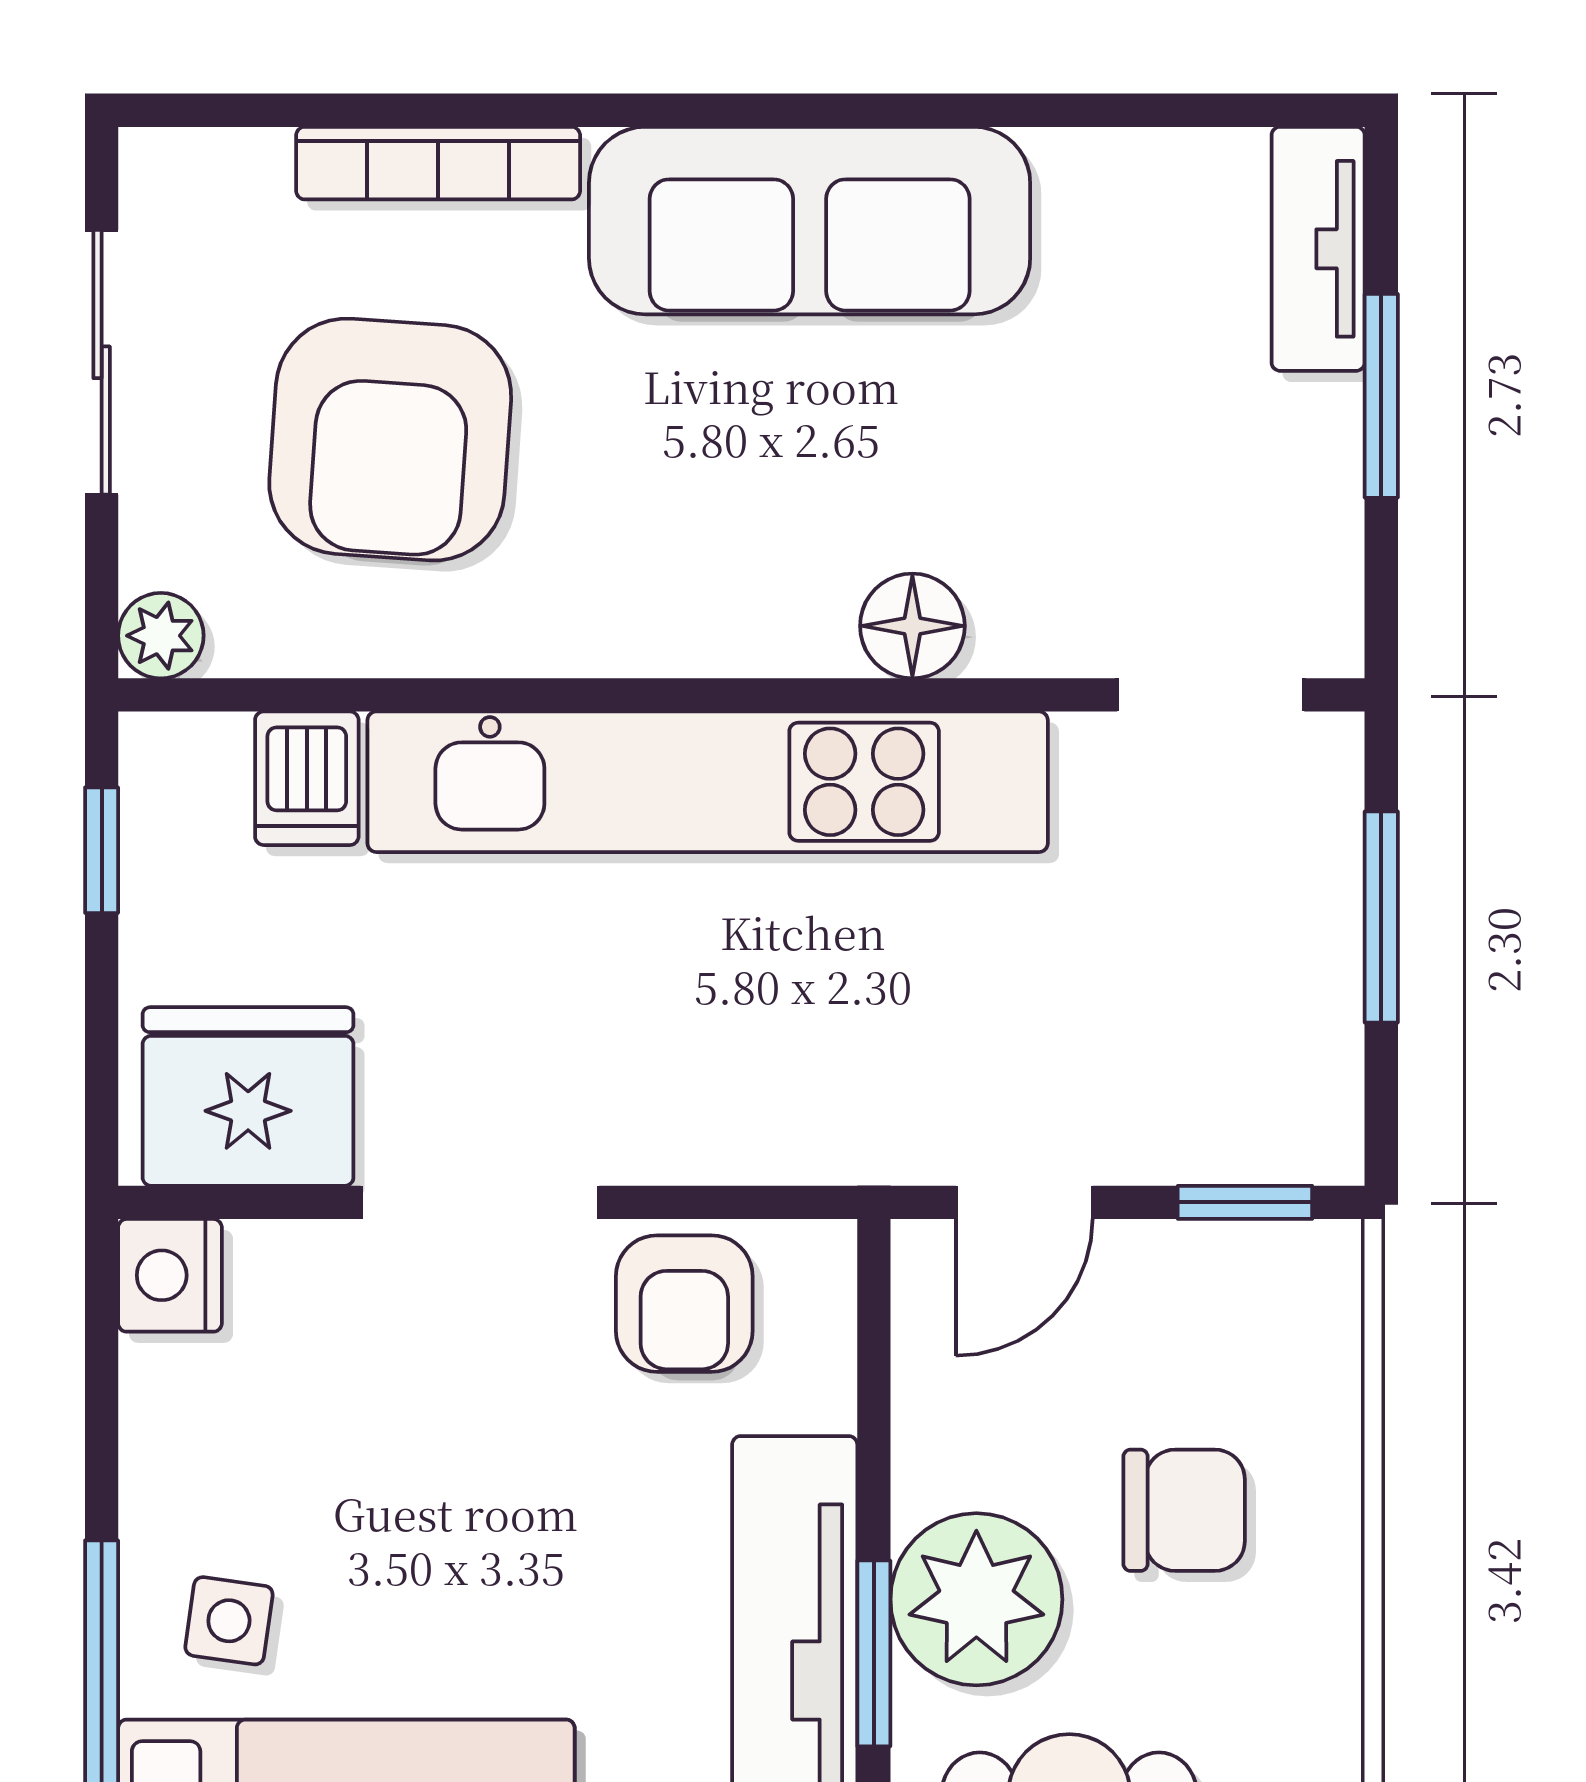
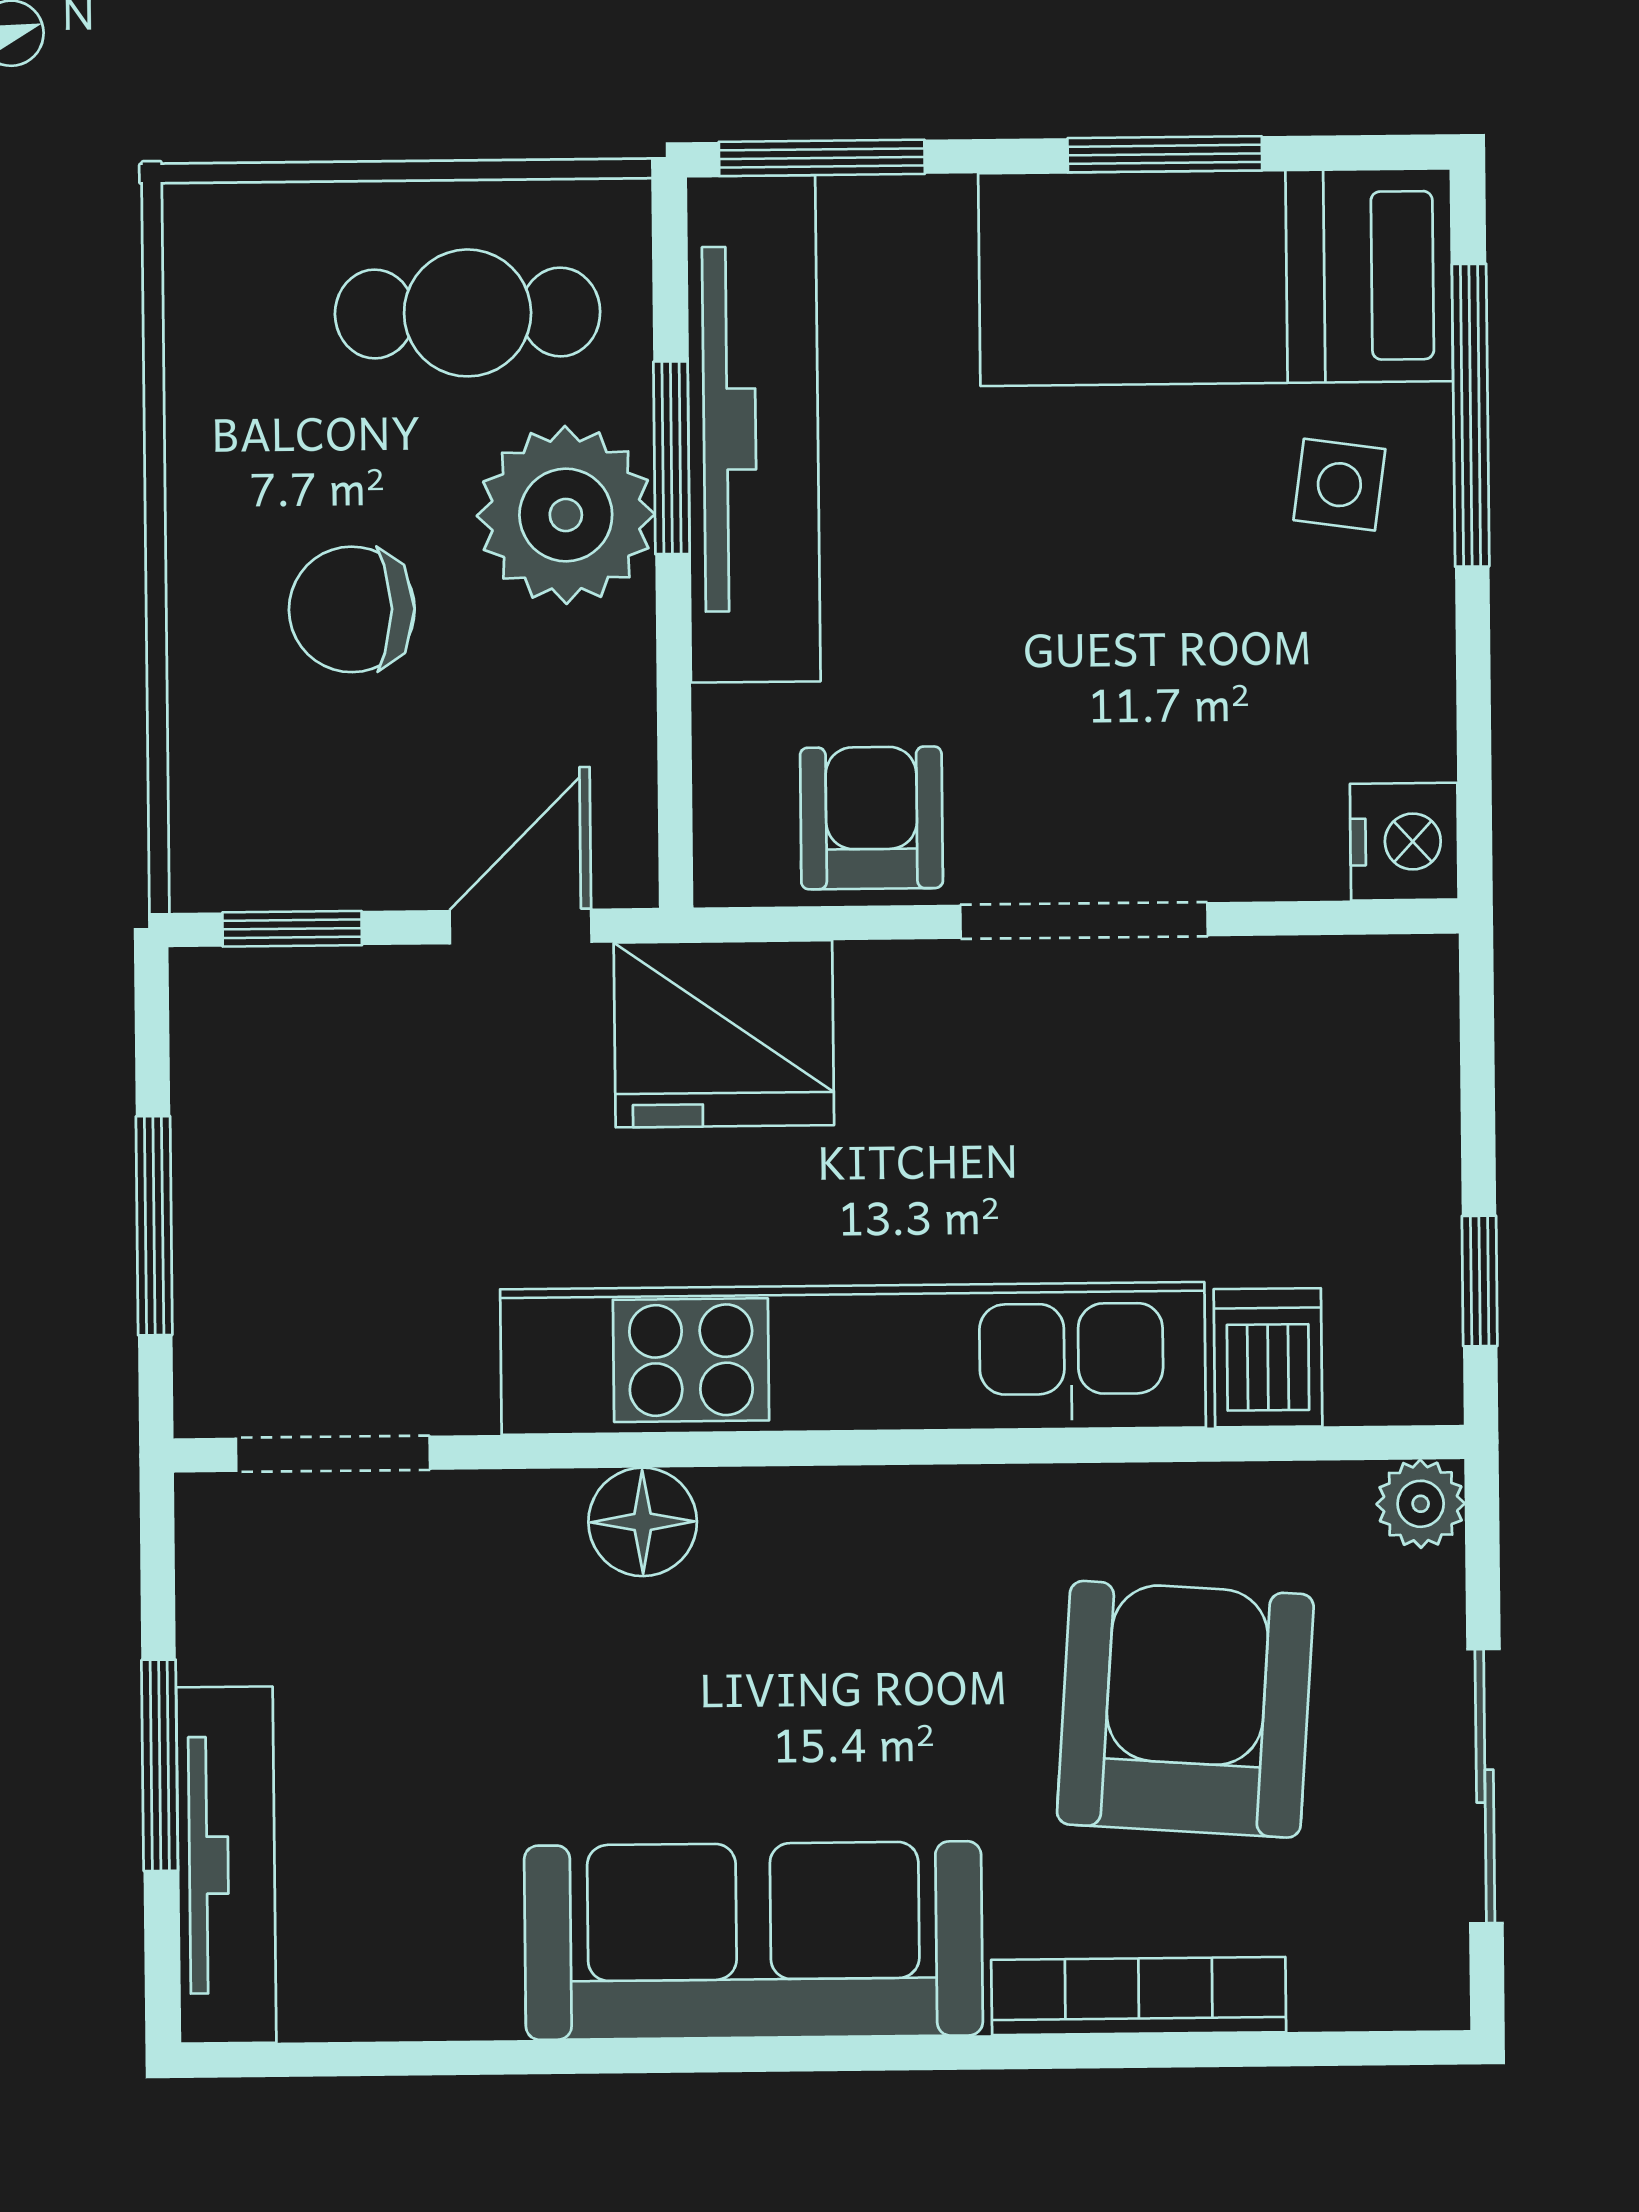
tv unit: (1318, 249) -> (226, 1865), width x1.41
fridge: (248, 1097) -> (724, 1034), moved

